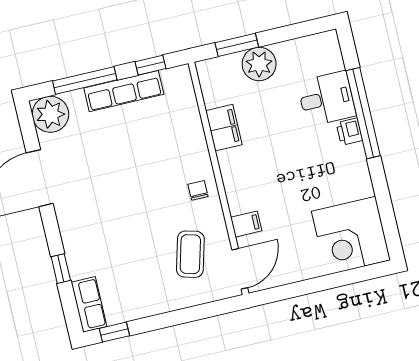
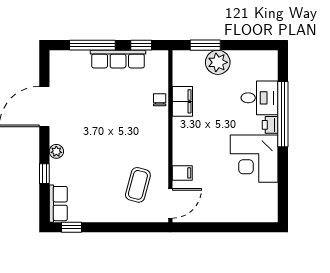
plant: (50, 114) -> (56, 151), moved, width x0.53, depth x0.53
chair: (198, 190) -> (160, 100), moved
corner desk: (351, 236) -> (254, 159), moved

